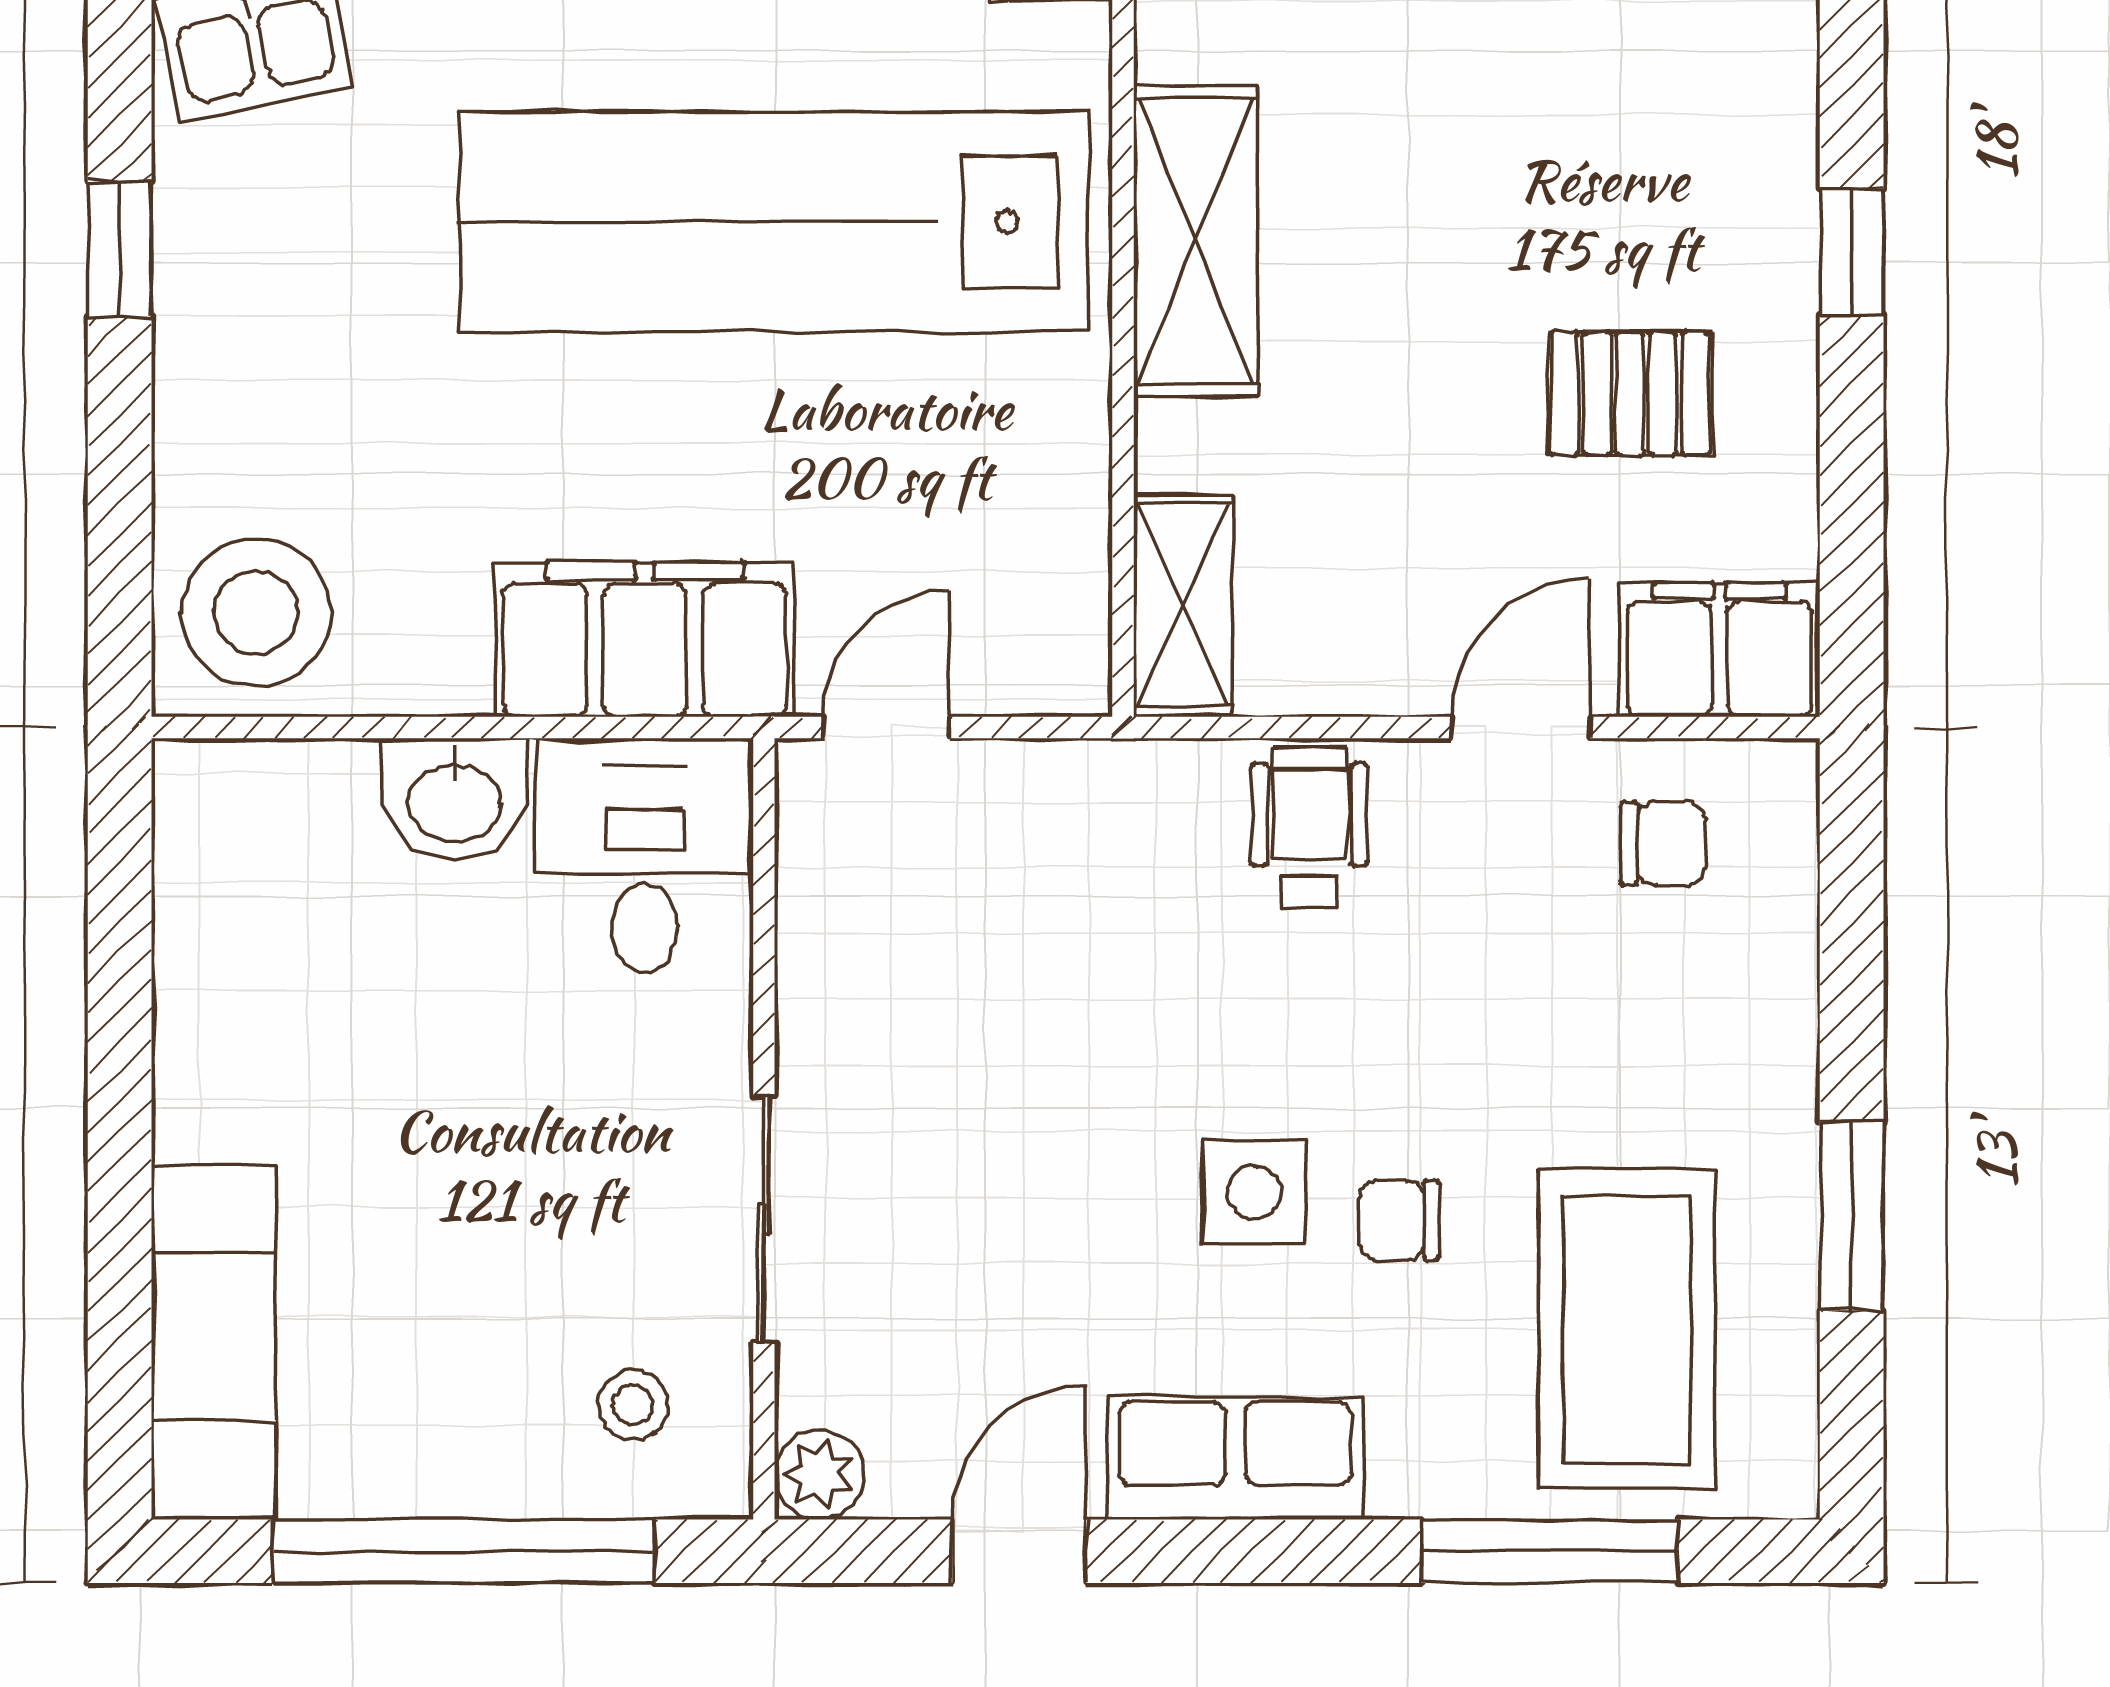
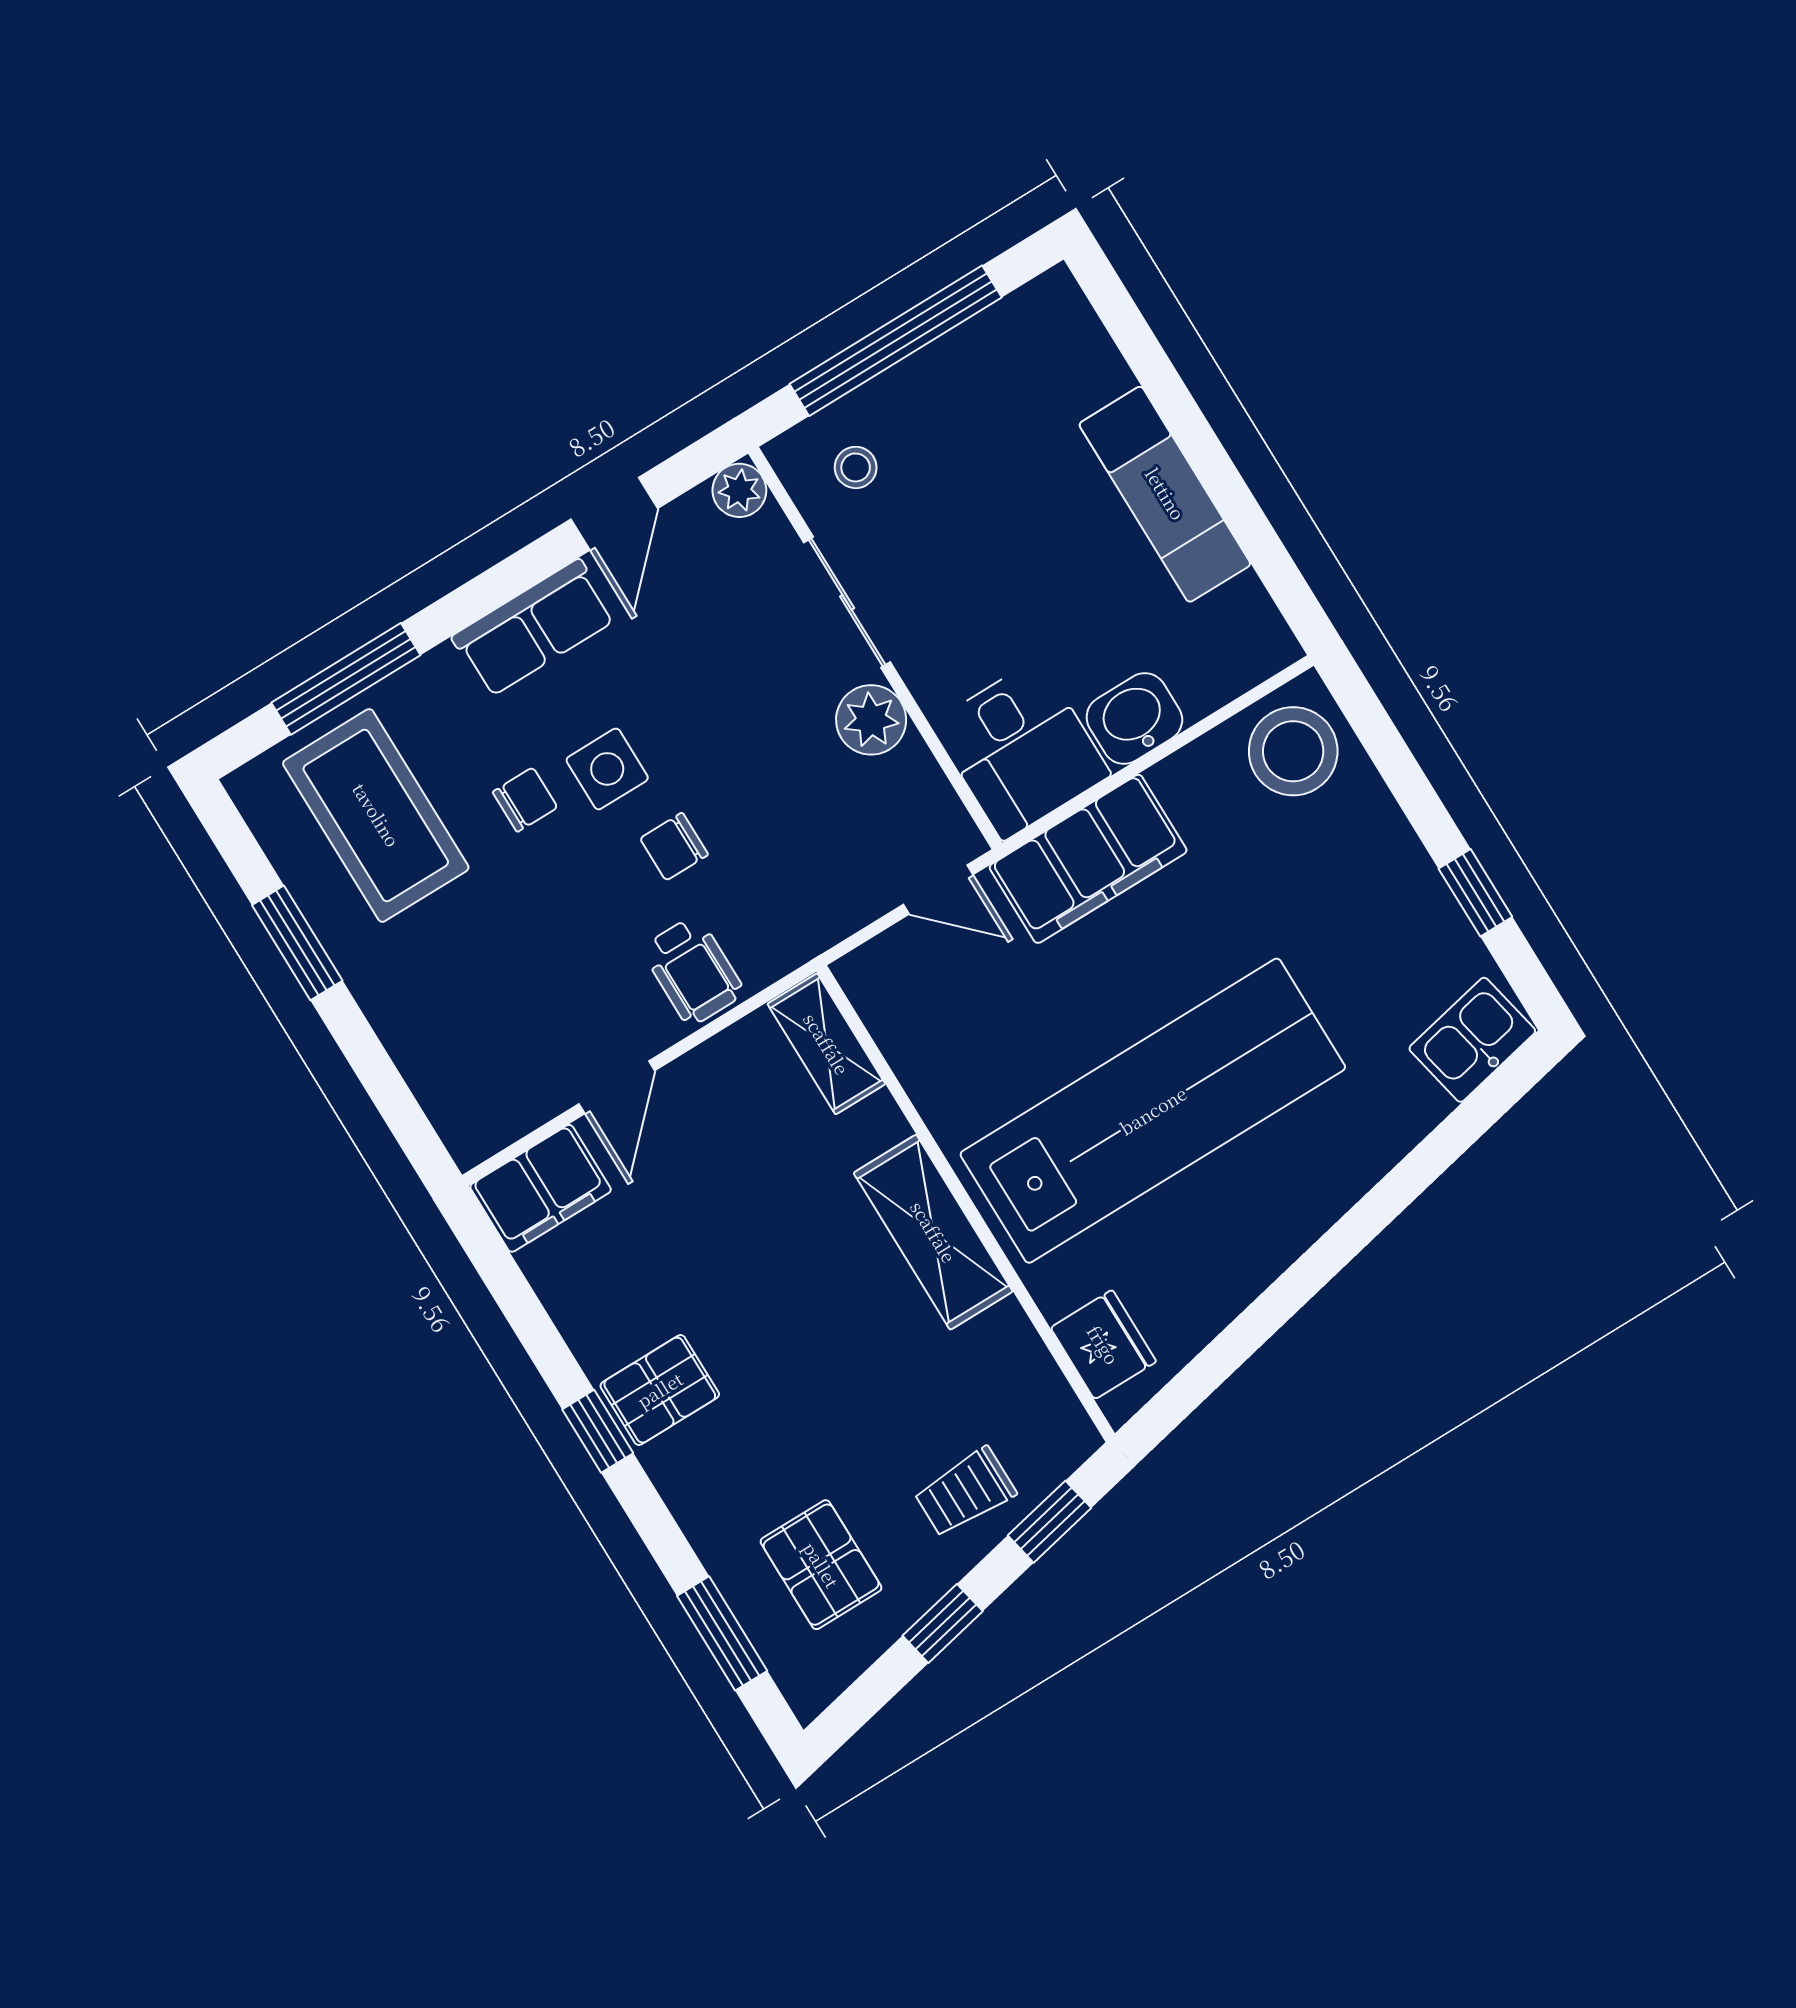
pallet: (1630, 394) -> (660, 1390), moved
door: (886, 727) -> (938, 890), hinge flipped
chair: (1663, 843) -> (674, 847), moved
plant: (833, 1030) -> (871, 720), added
exam couch: (213, 1342) -> (1165, 494), moved

